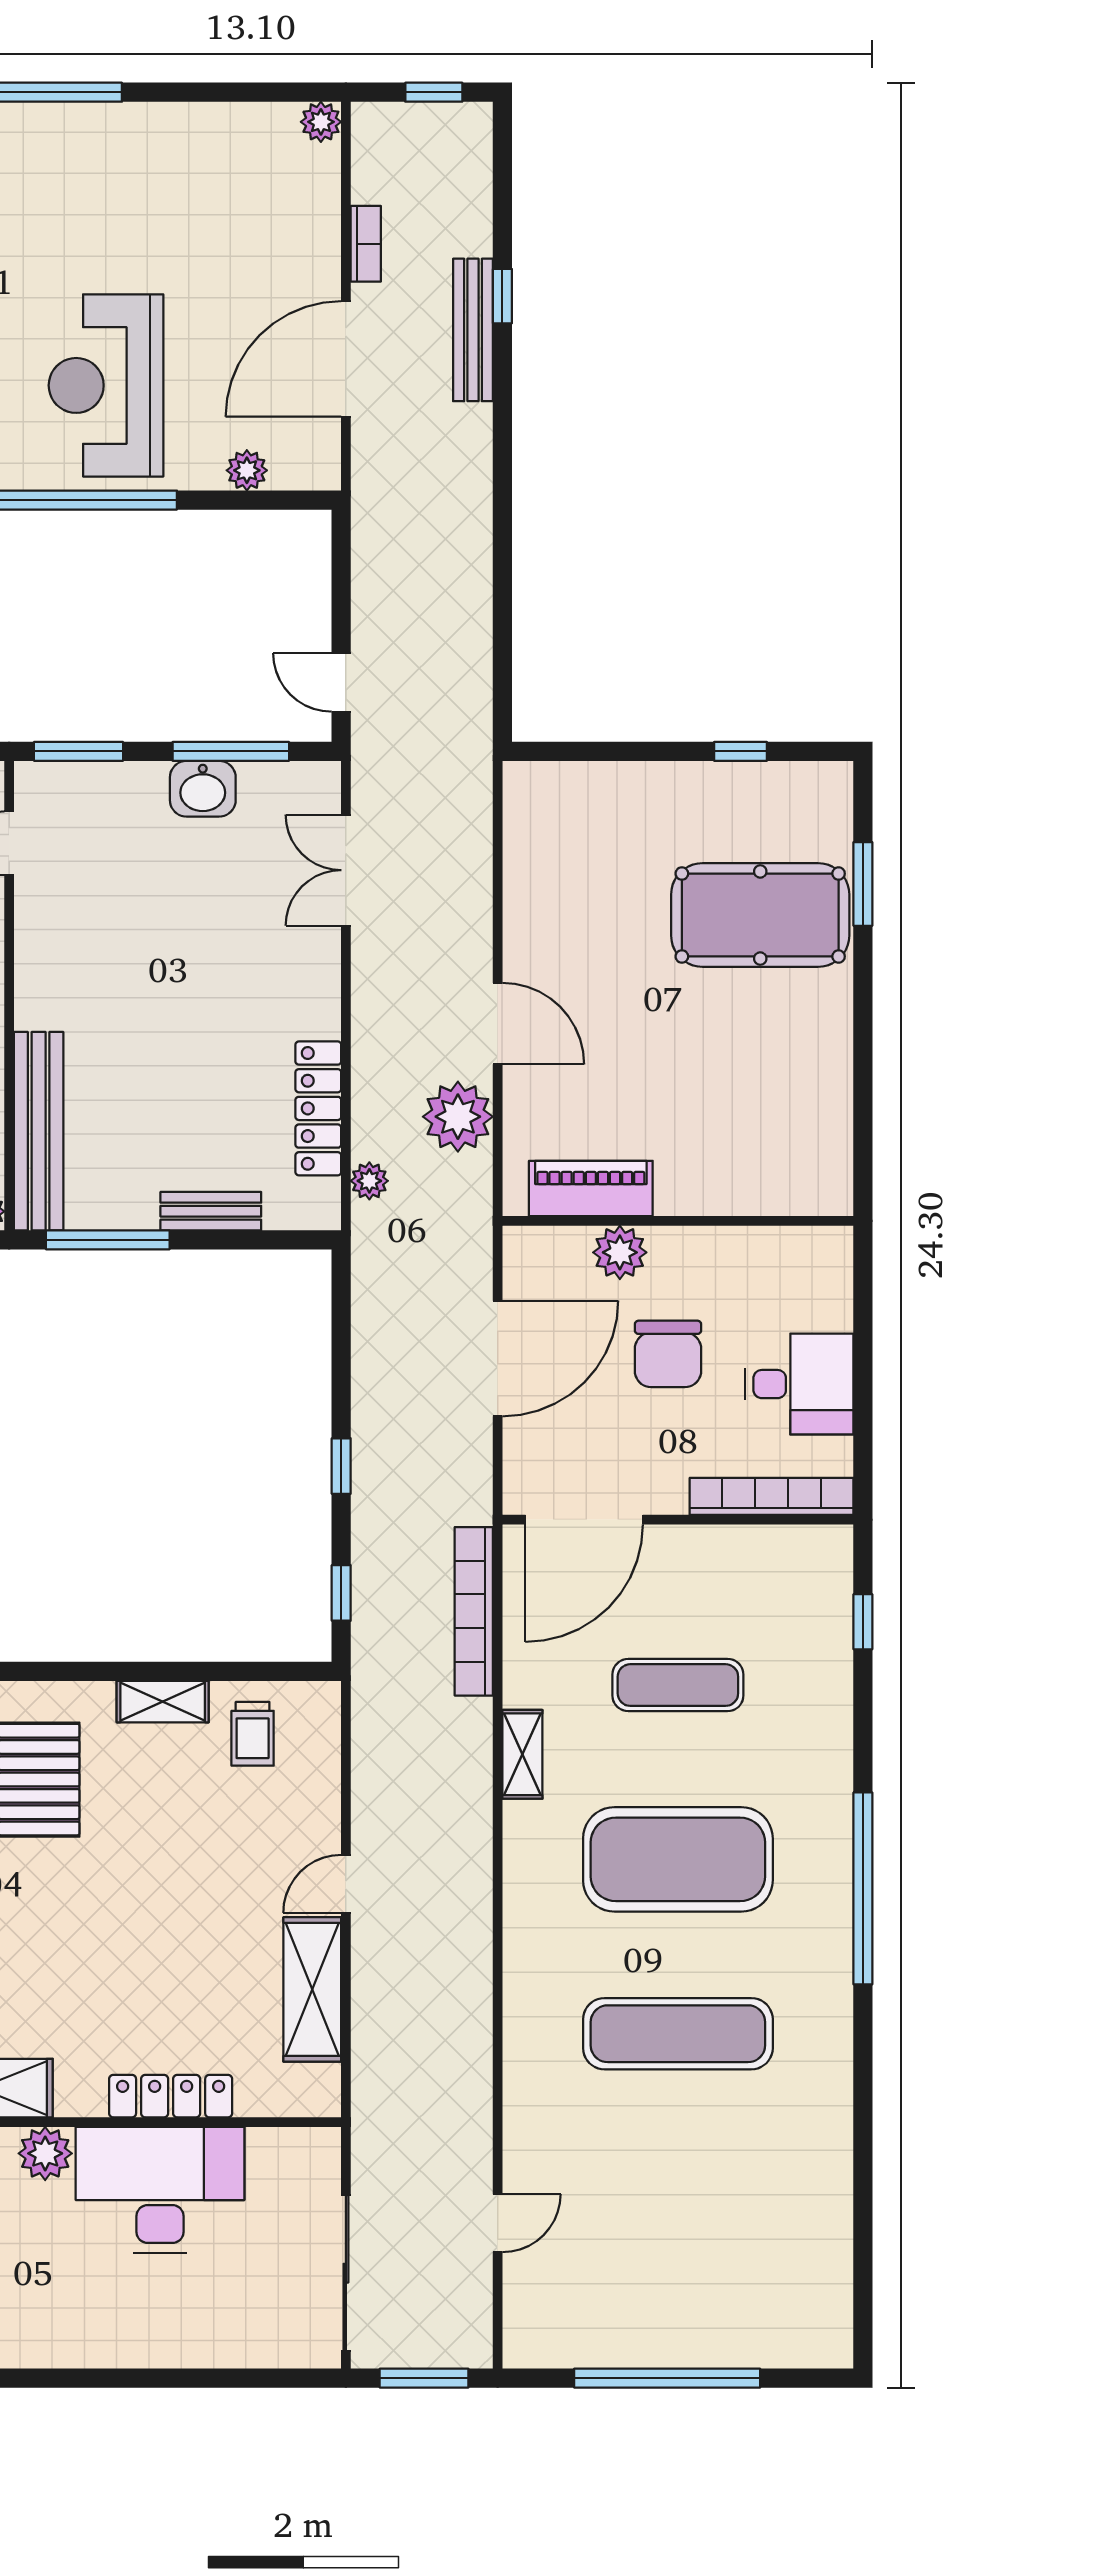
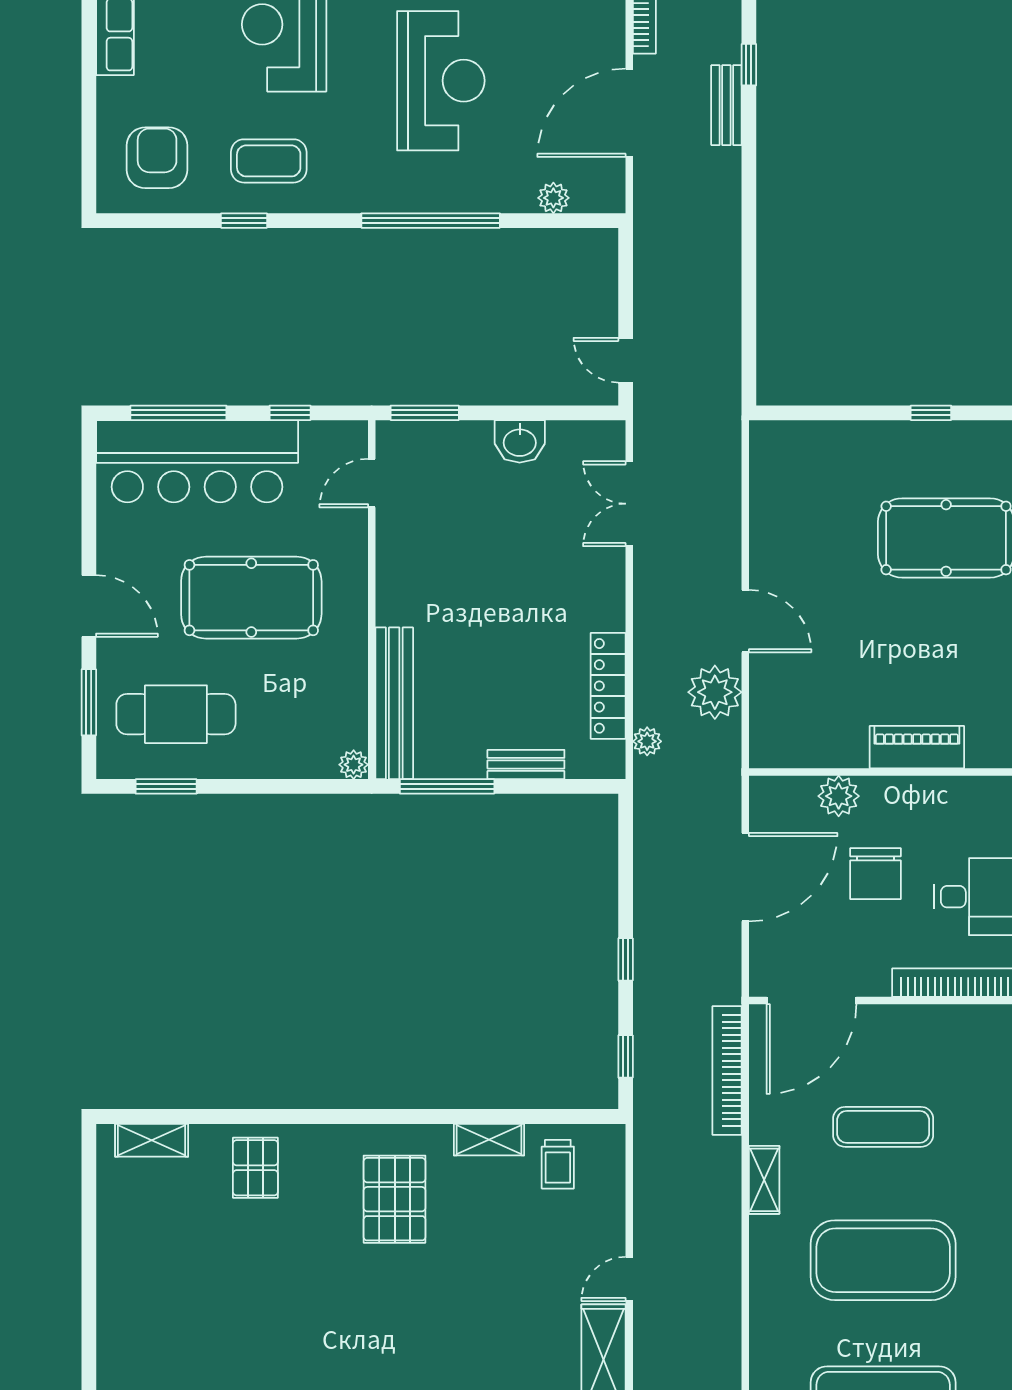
bench: (473, 330) -> (726, 105), width x0.73
reception desk: (106, 385) -> (441, 81), moved, turned 180
window: (231, 751) -> (541, 413), removed
piano: (591, 1188) -> (917, 747), moved

